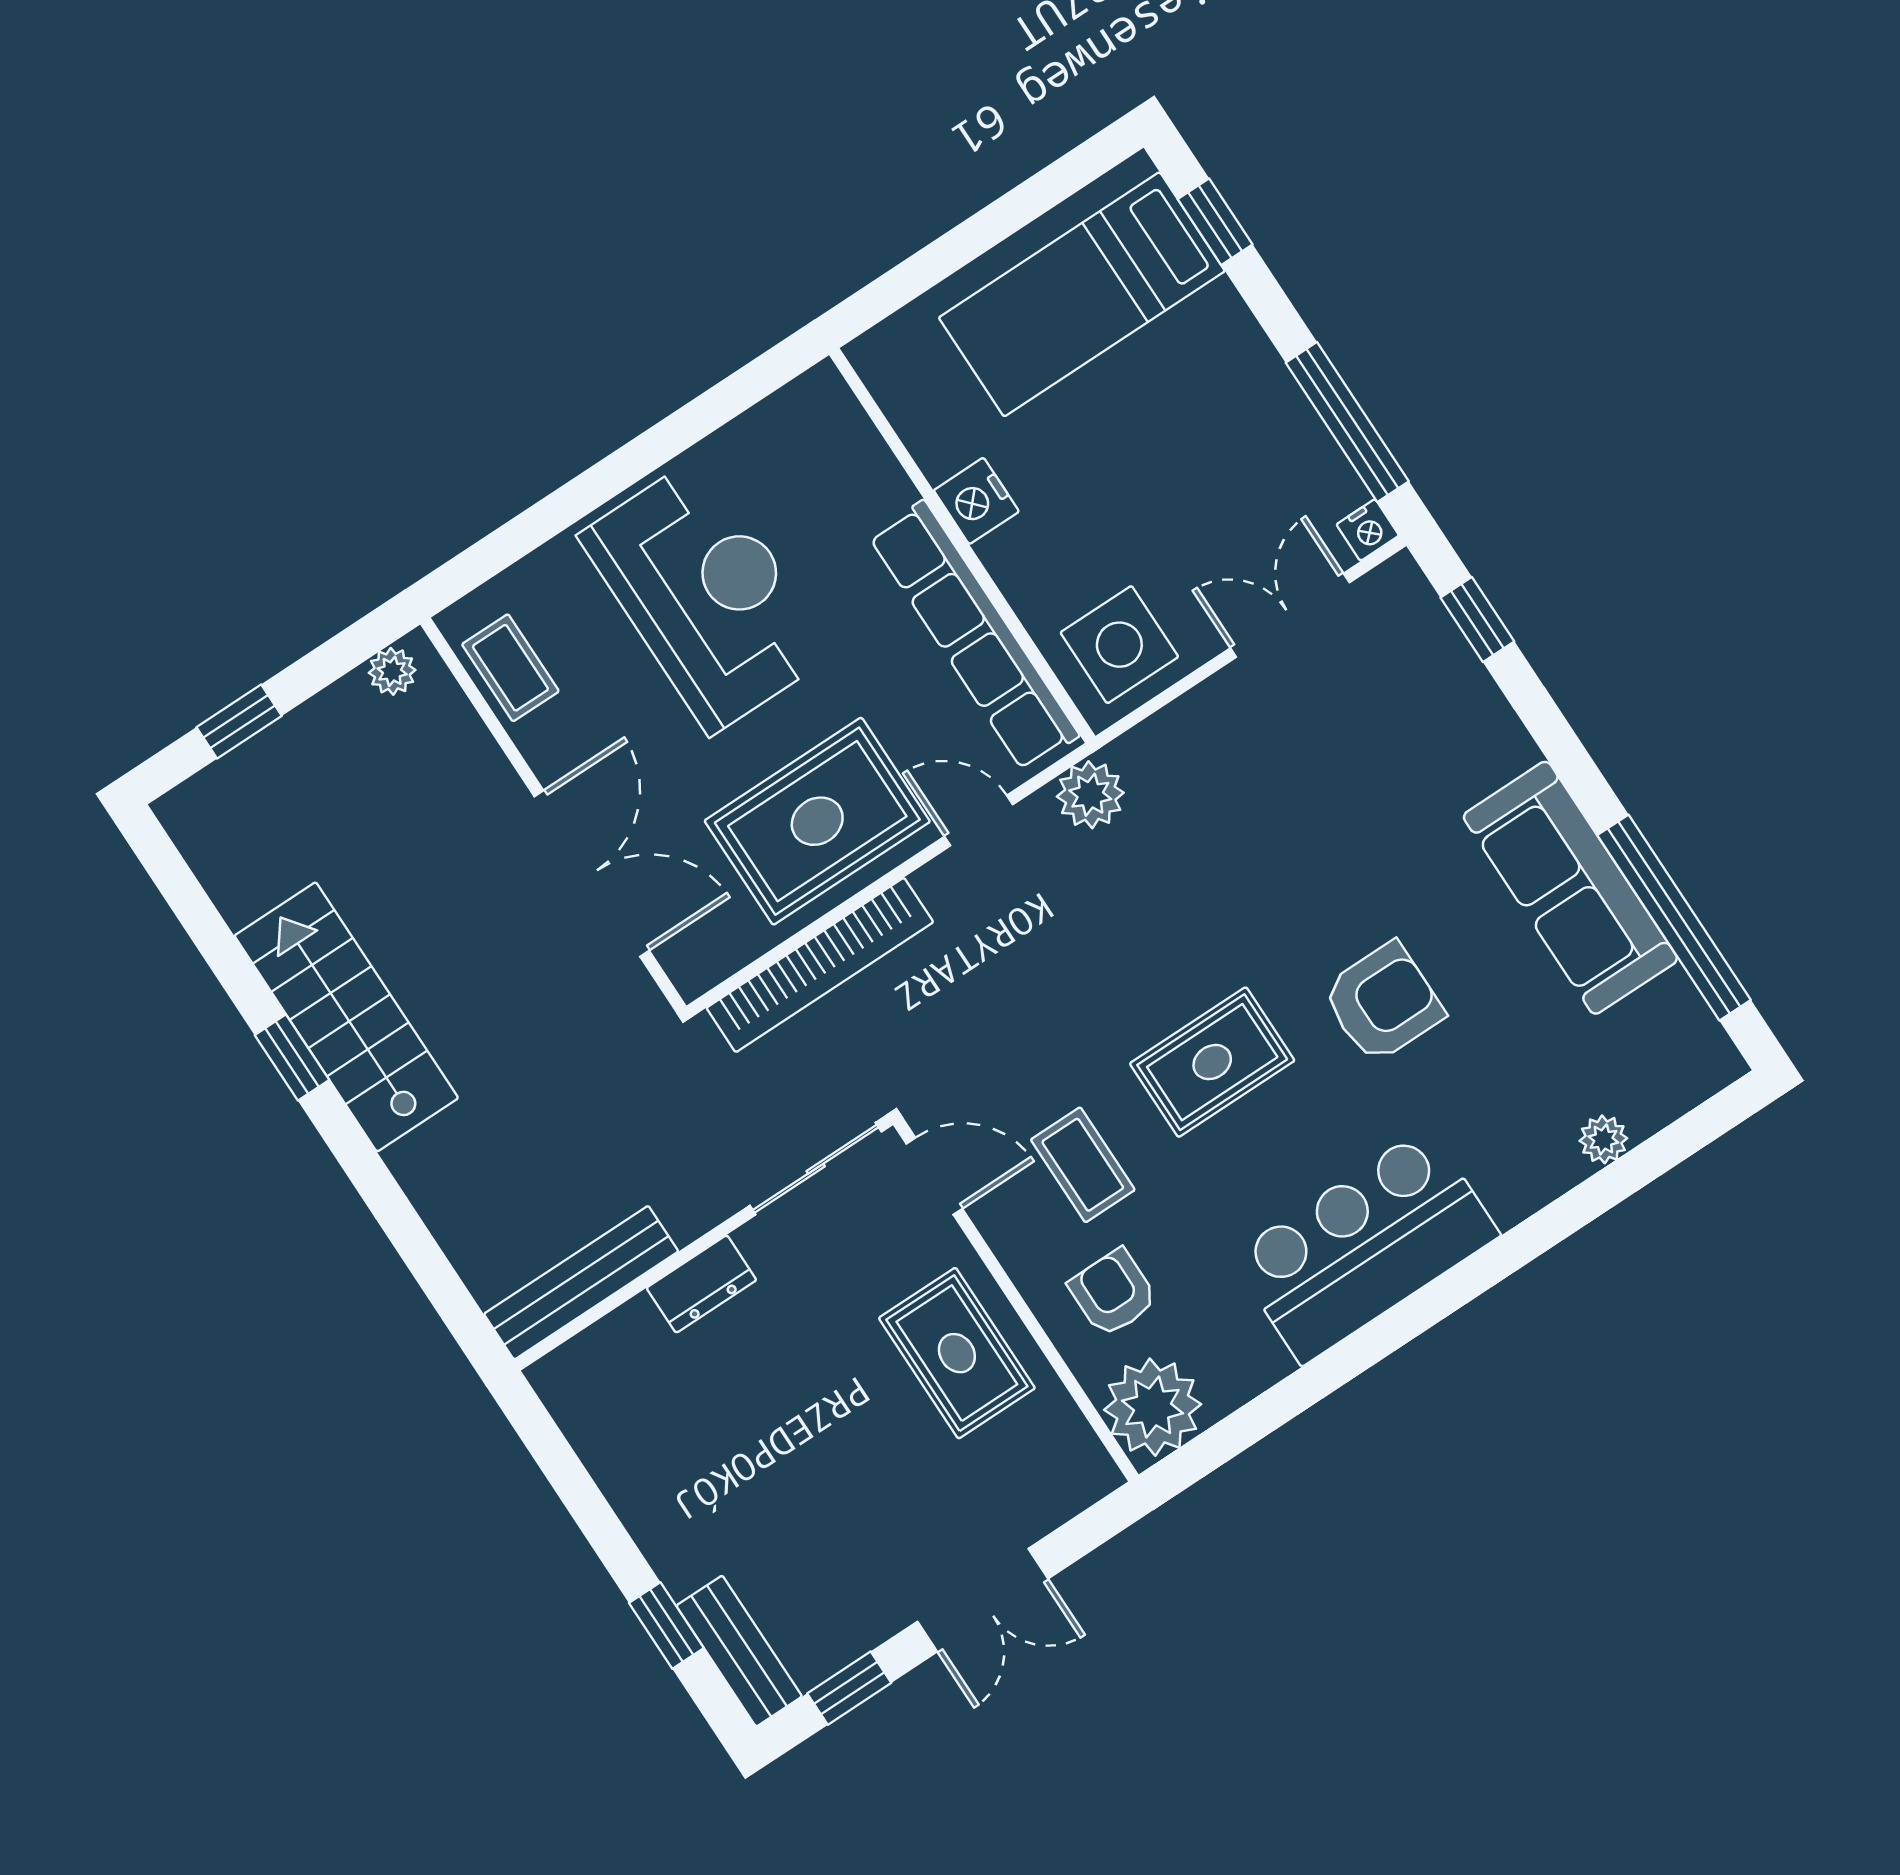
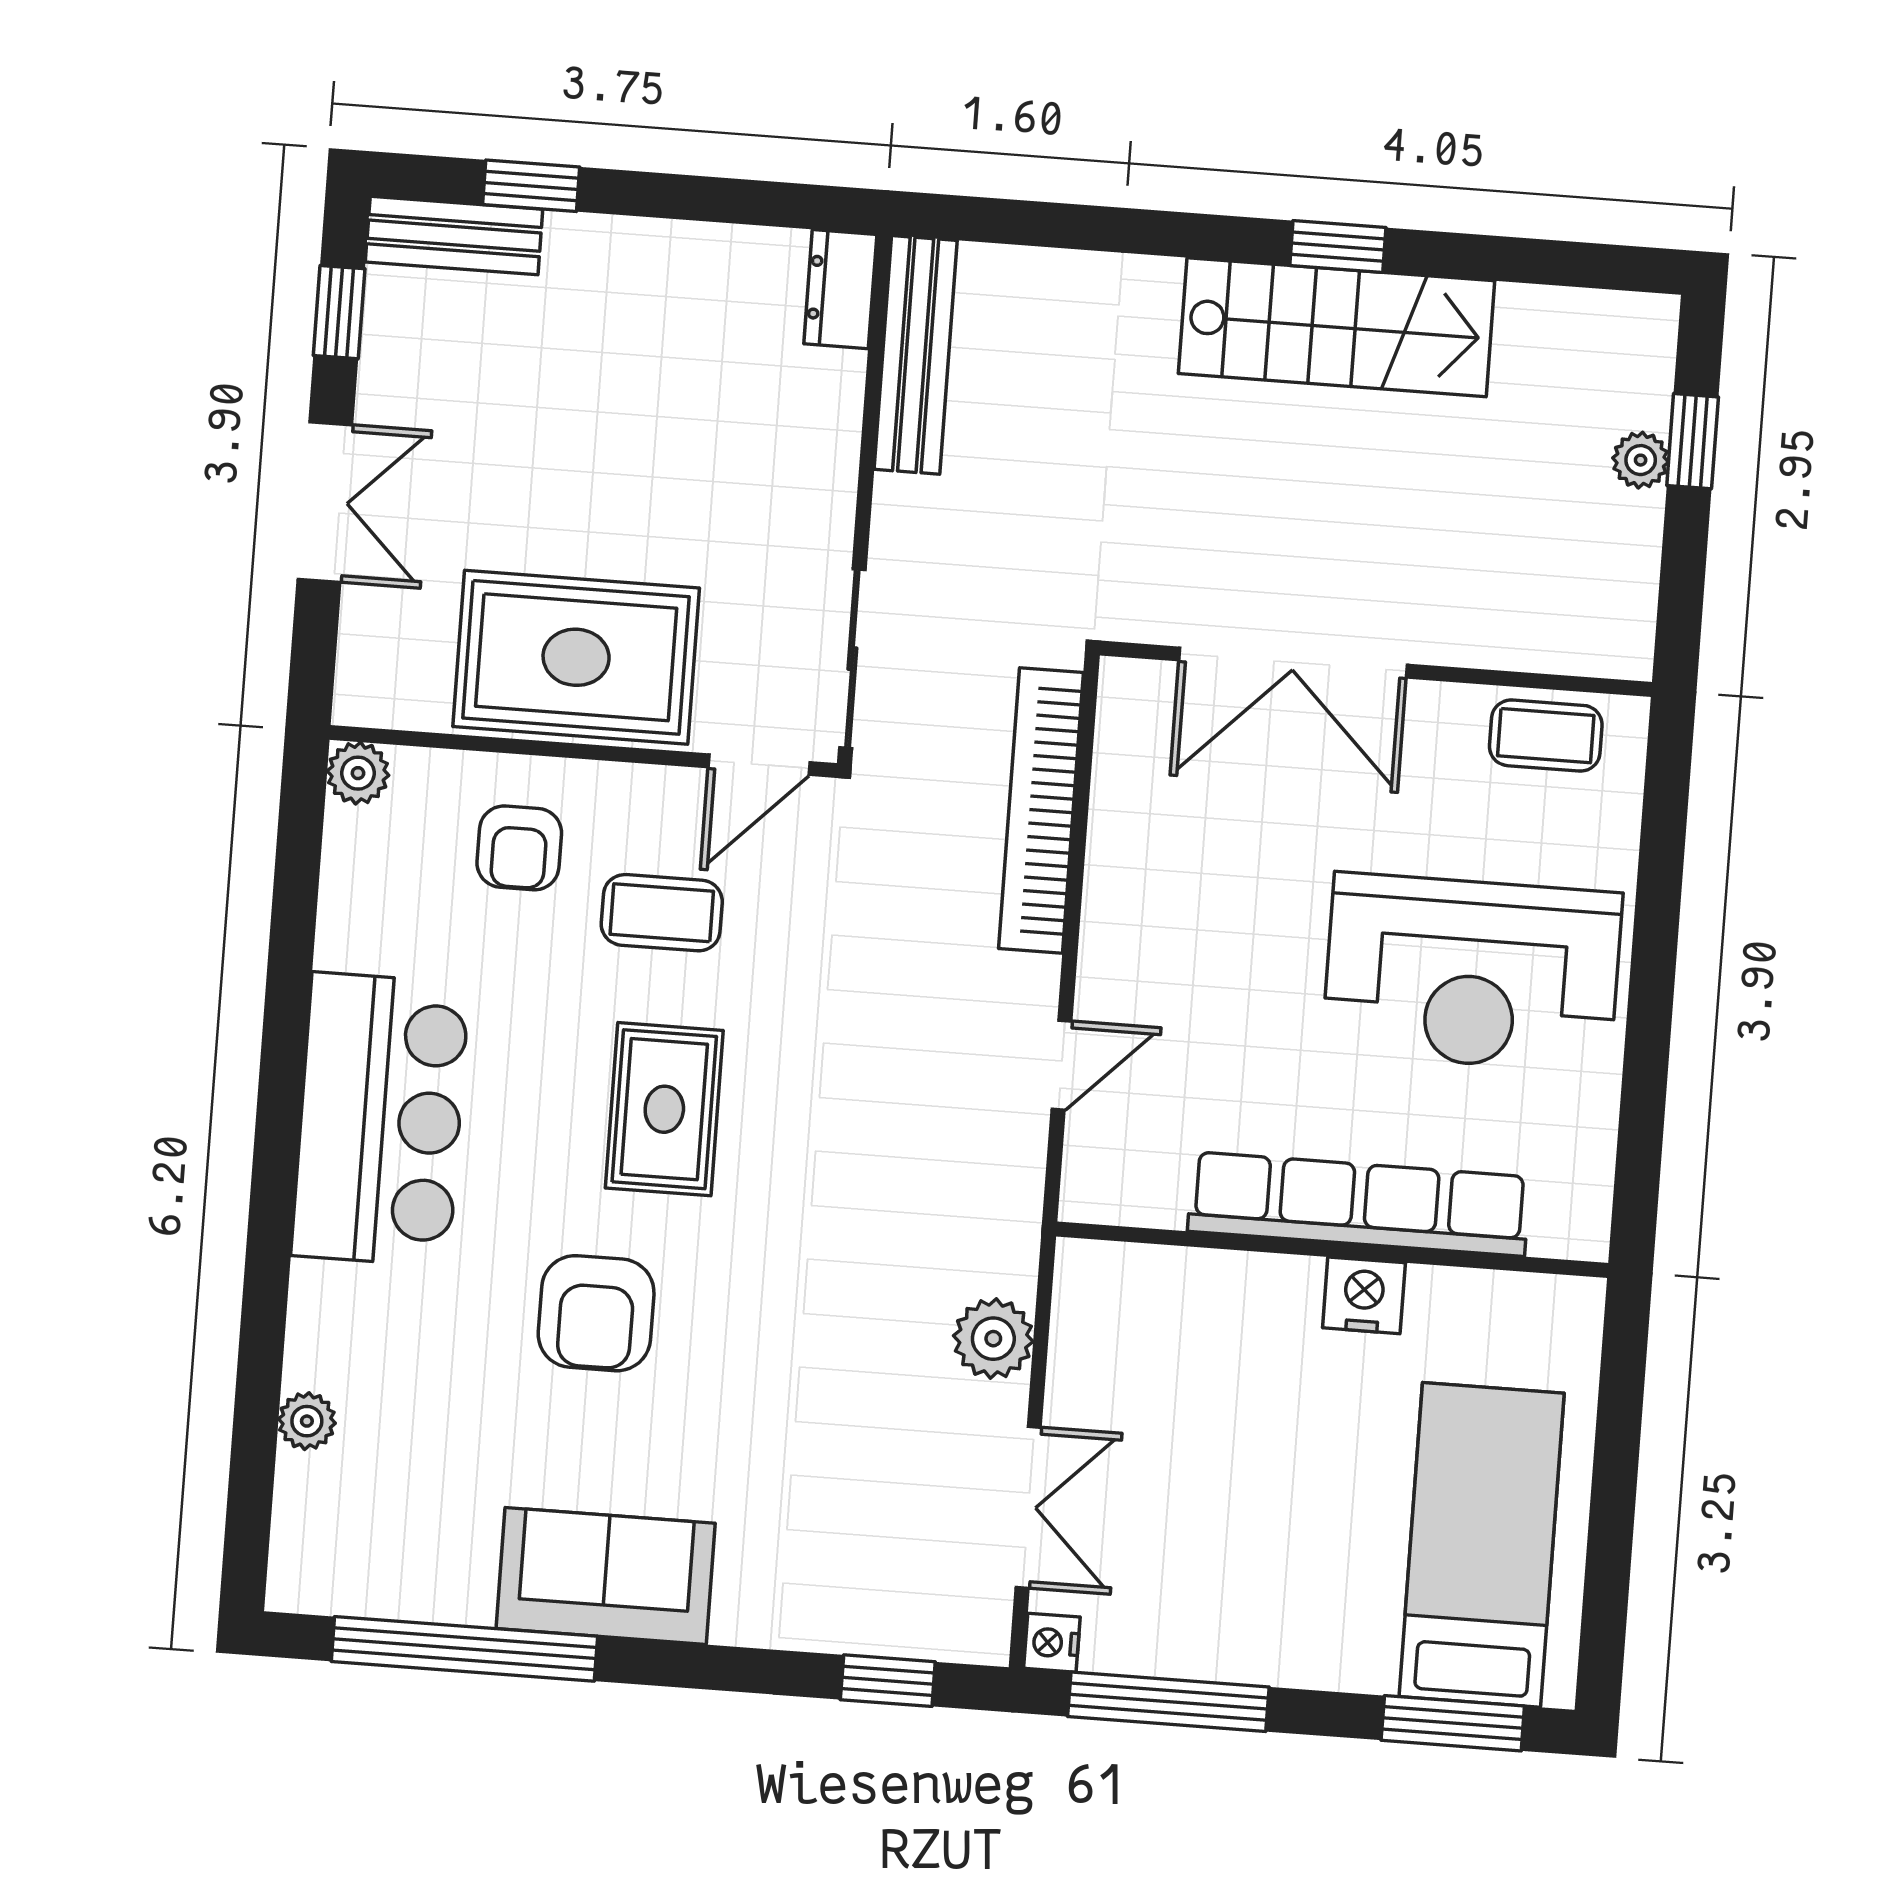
window: (1215, 222) -> (1453, 1723), width x1.50
row of seats: (974, 636) -> (1359, 1204), moved
side table: (1119, 645) -> (1125, 1325), removed
plant: (392, 671) -> (1641, 460), moved
plant: (1090, 795) -> (993, 1339), moved
rug: (817, 821) -> (1178, 913), removed
sofa: (1570, 888) -> (606, 1576), width x0.73
dresser: (701, 1284) -> (840, 289), moved
armchair: (1113, 1293) -> (519, 848), turned 90
rug: (957, 1353) -> (576, 657), width x1.36, depth x1.43
plant: (1153, 1407) -> (358, 773), width x0.53, depth x0.53
double door: (983, 1600) -> (325, 502), swing flipped

